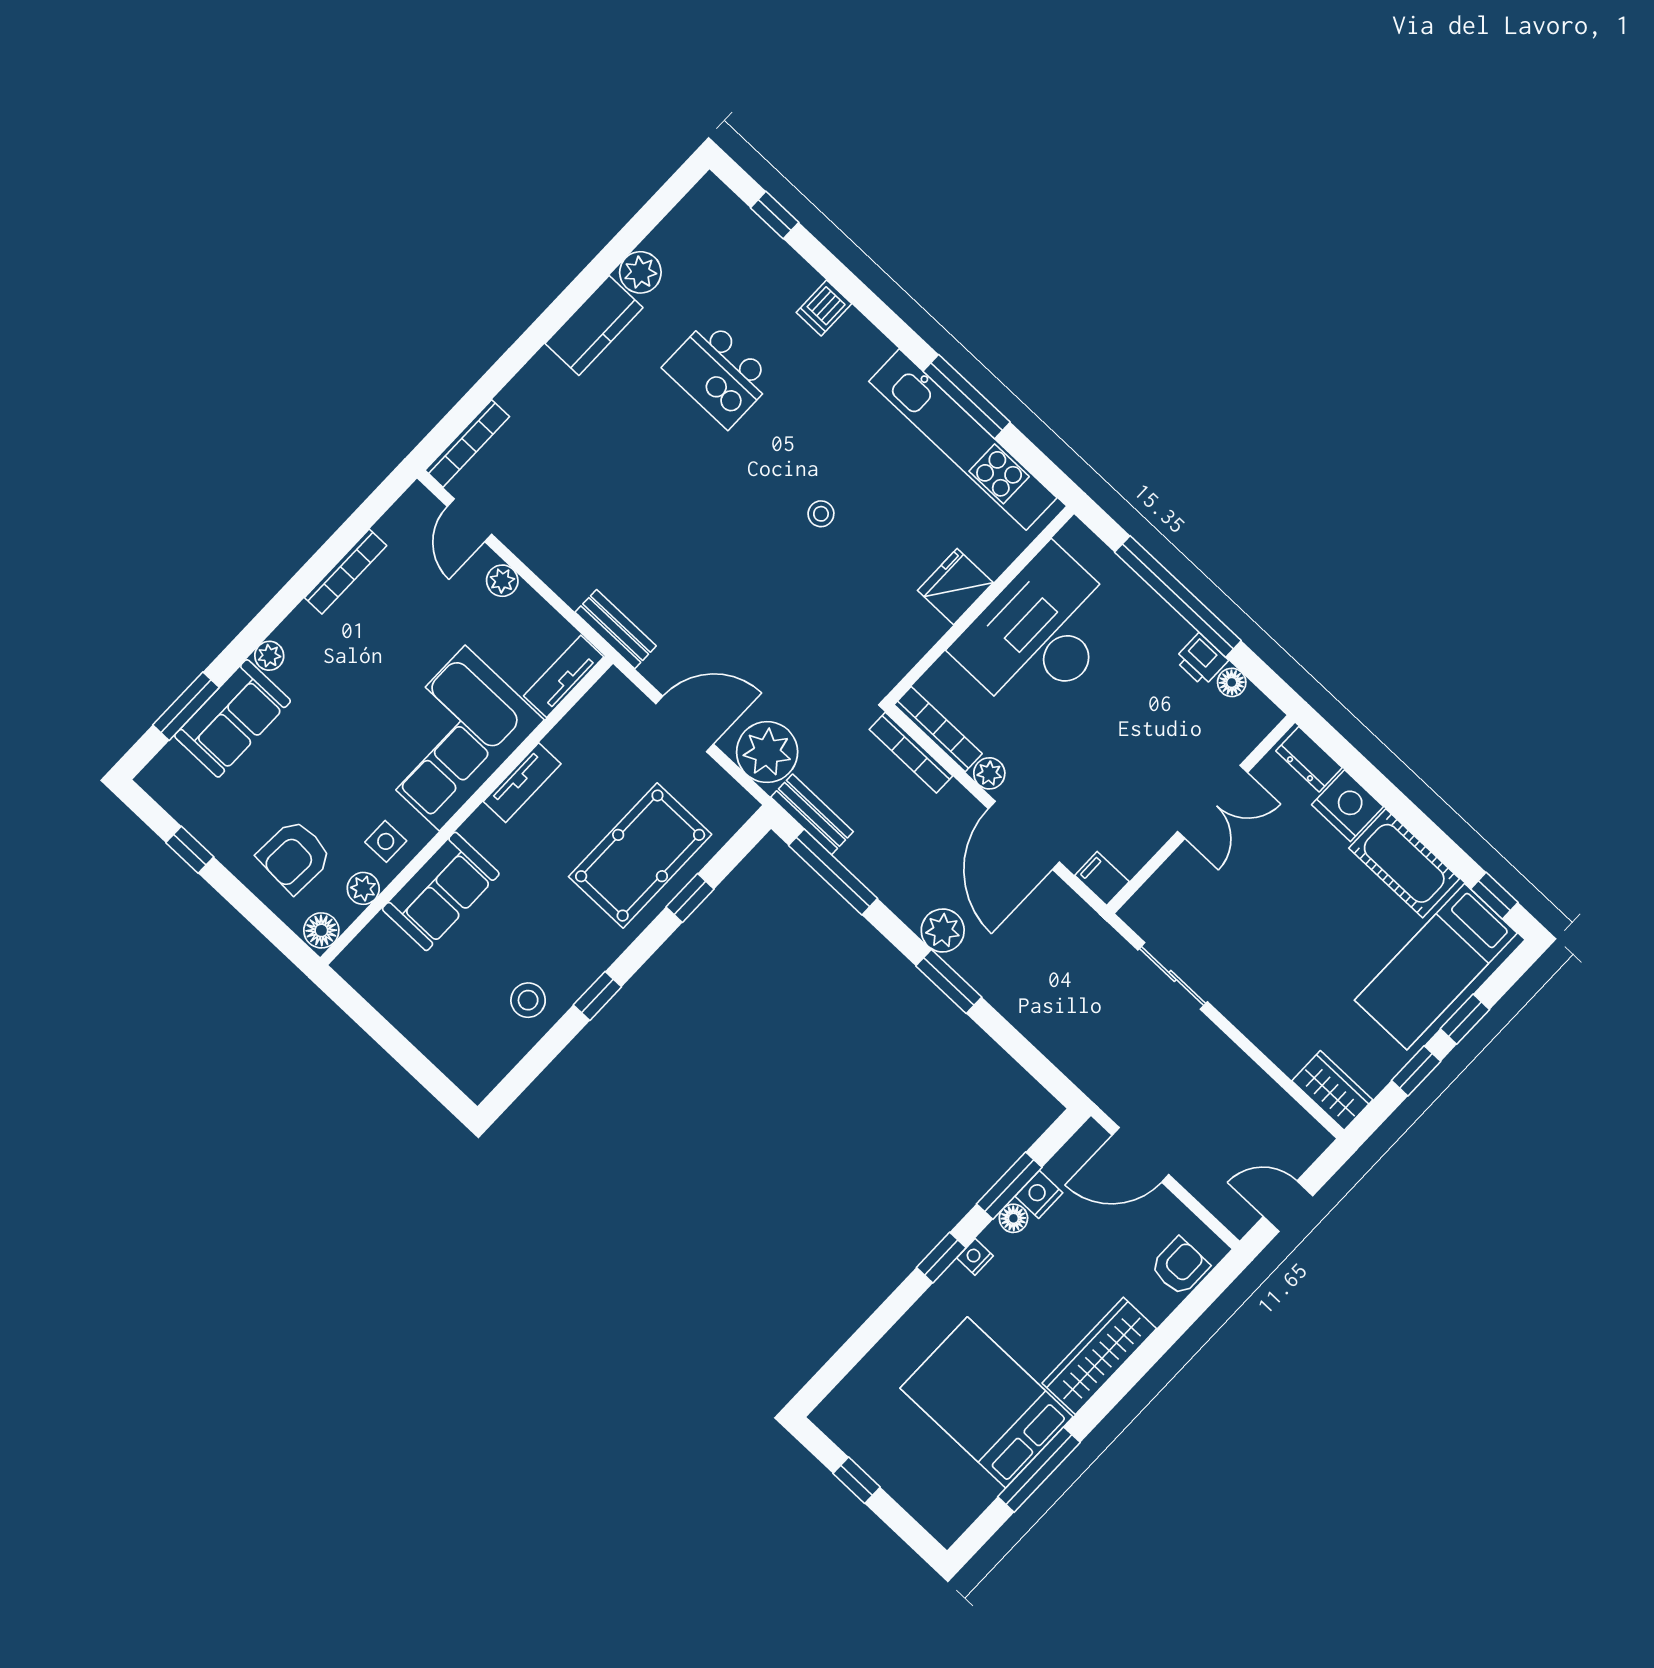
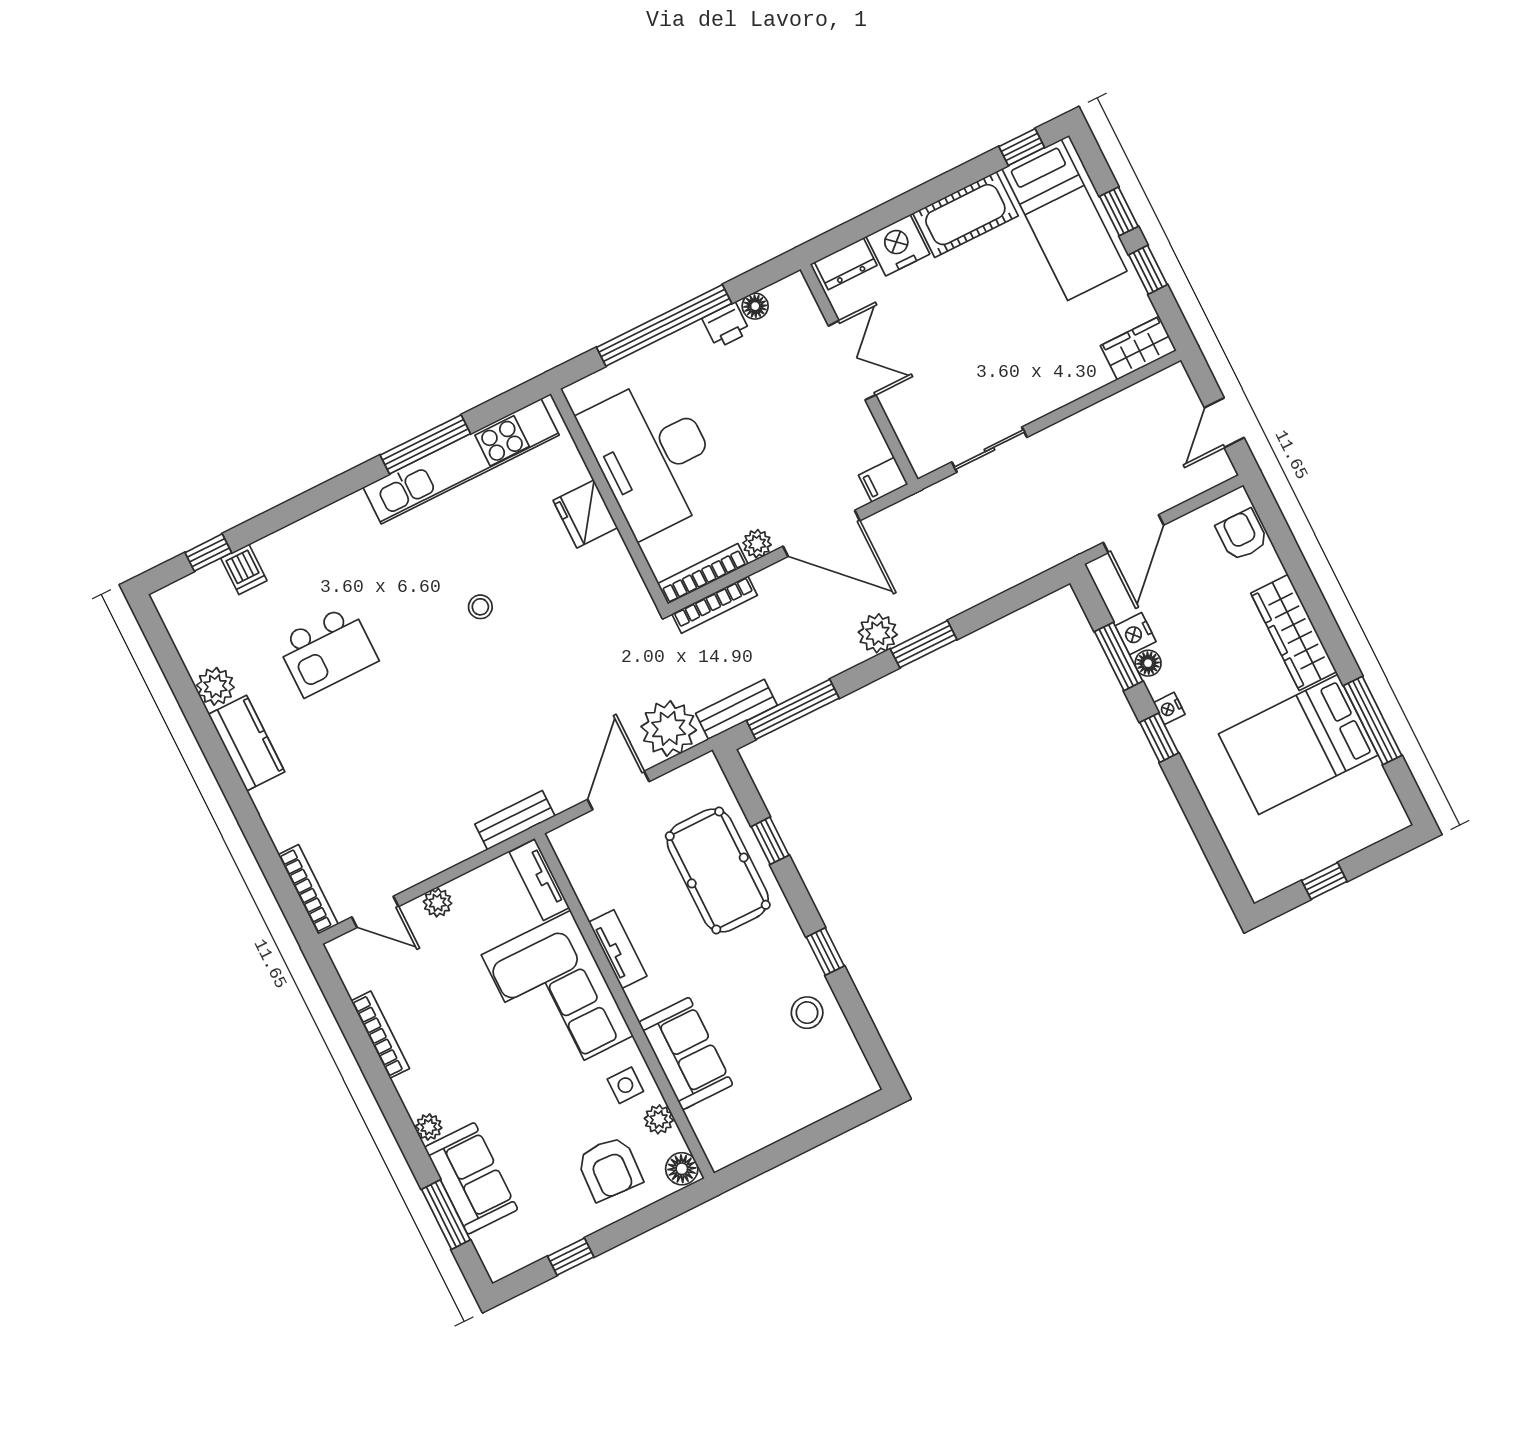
dishwasher: (824, 308) -> (244, 569), moved

